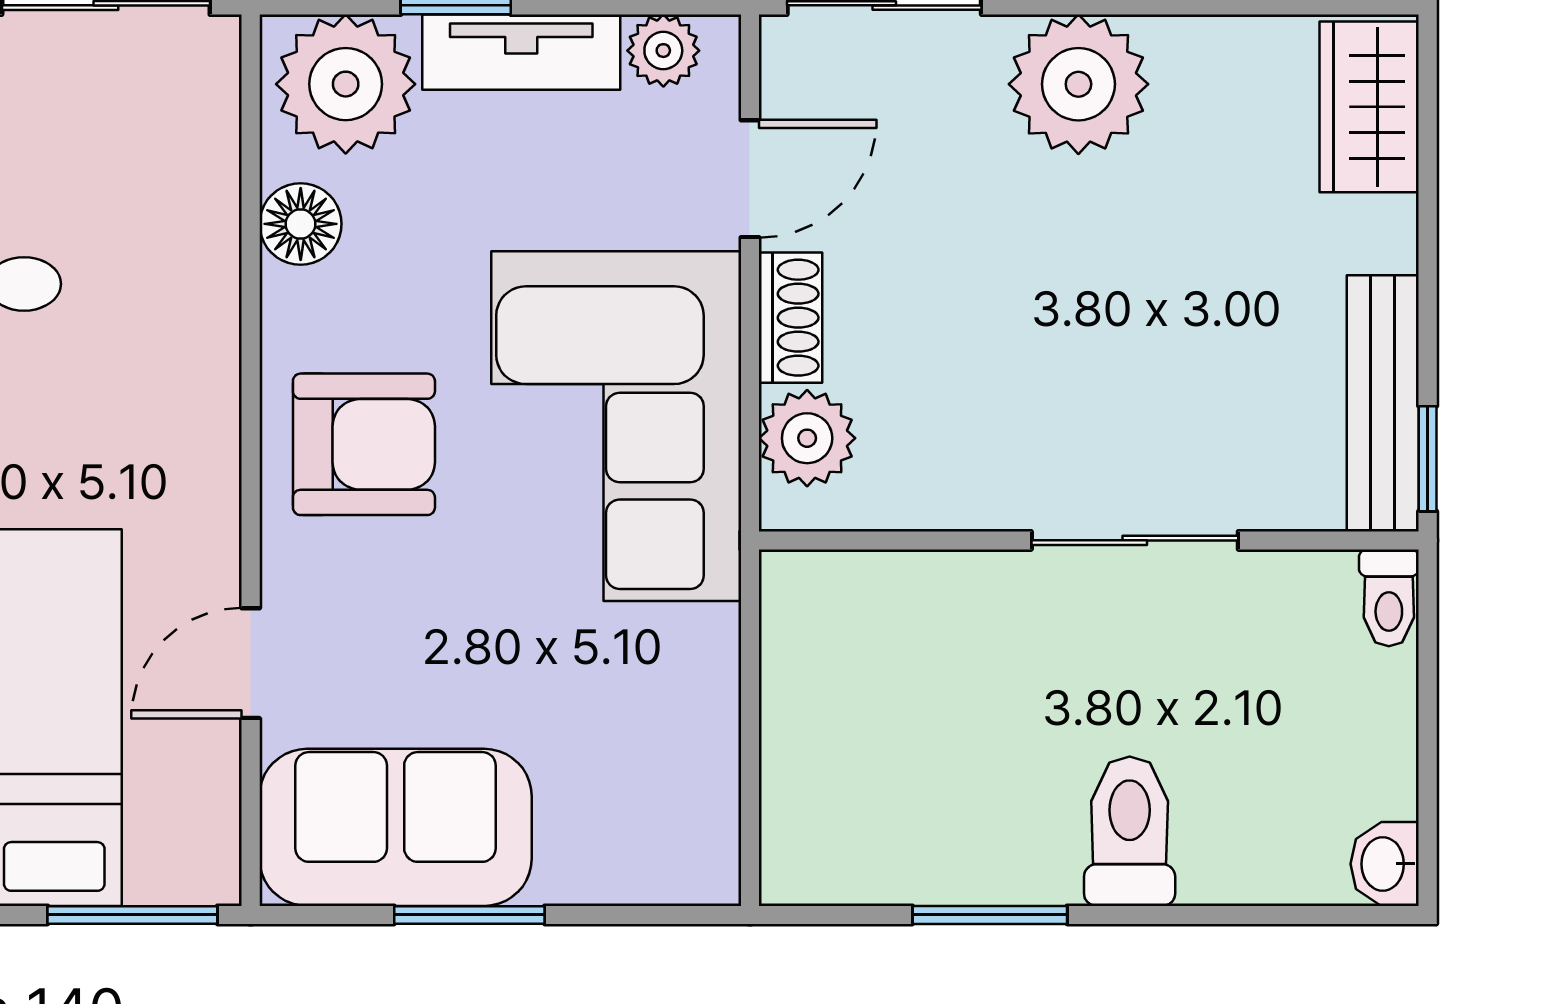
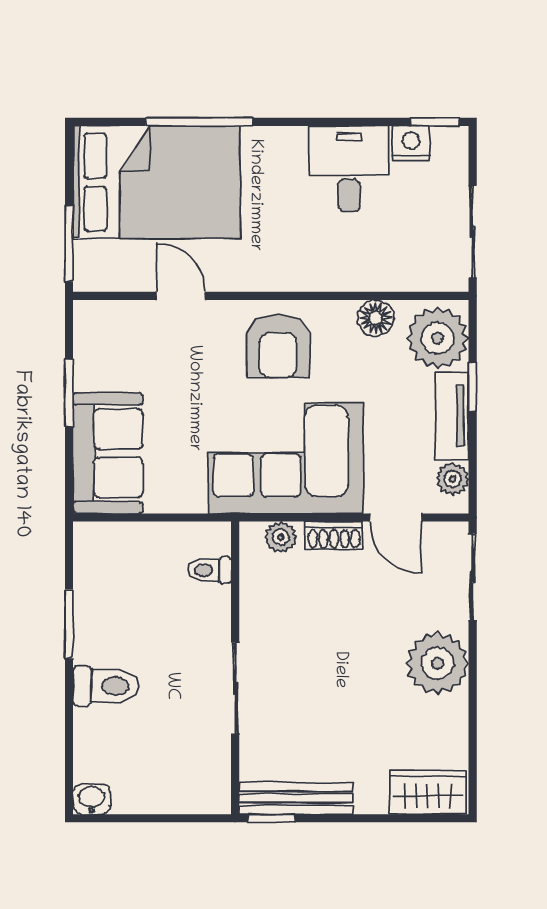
plant: (807, 438) -> (281, 537), width x0.73, depth x0.73
toilet: (1389, 598) -> (210, 570), moved
sofa: (396, 827) -> (108, 453), moved

